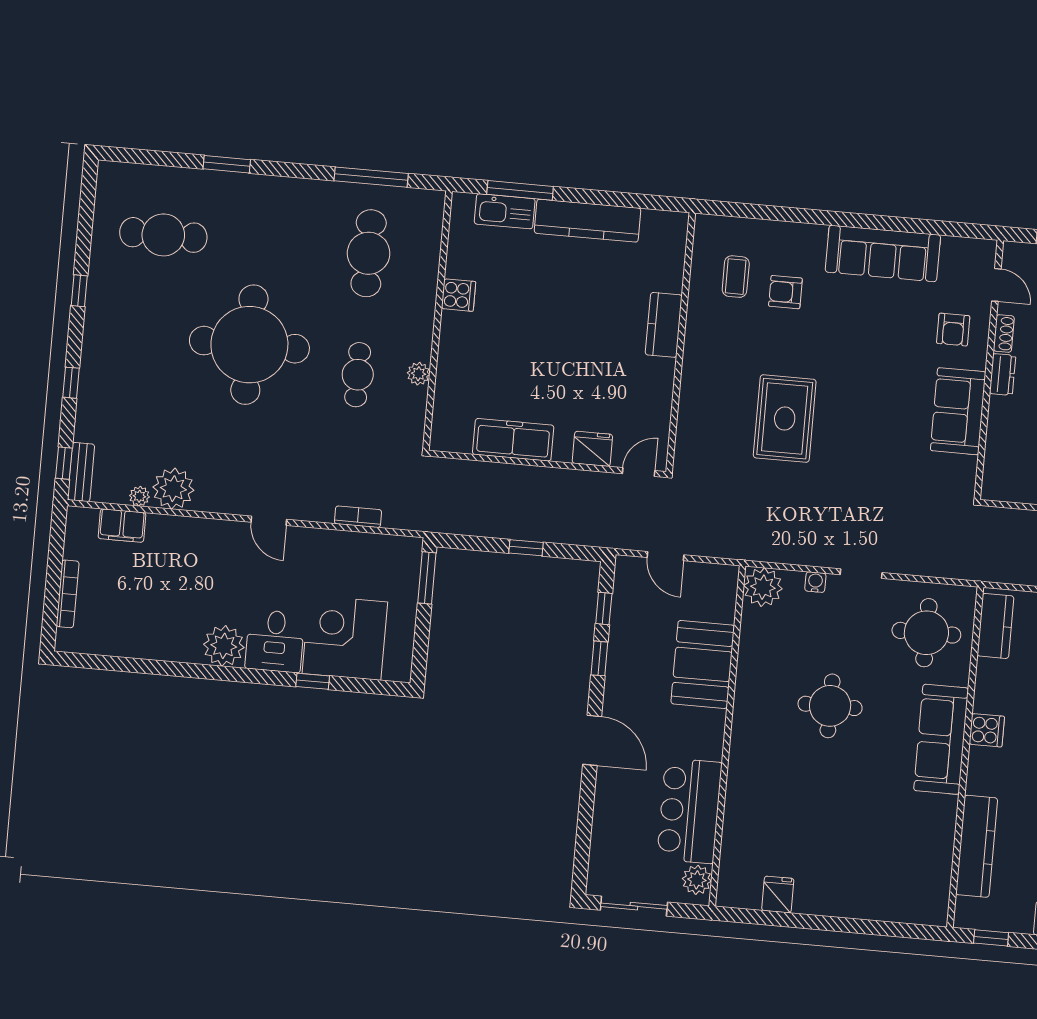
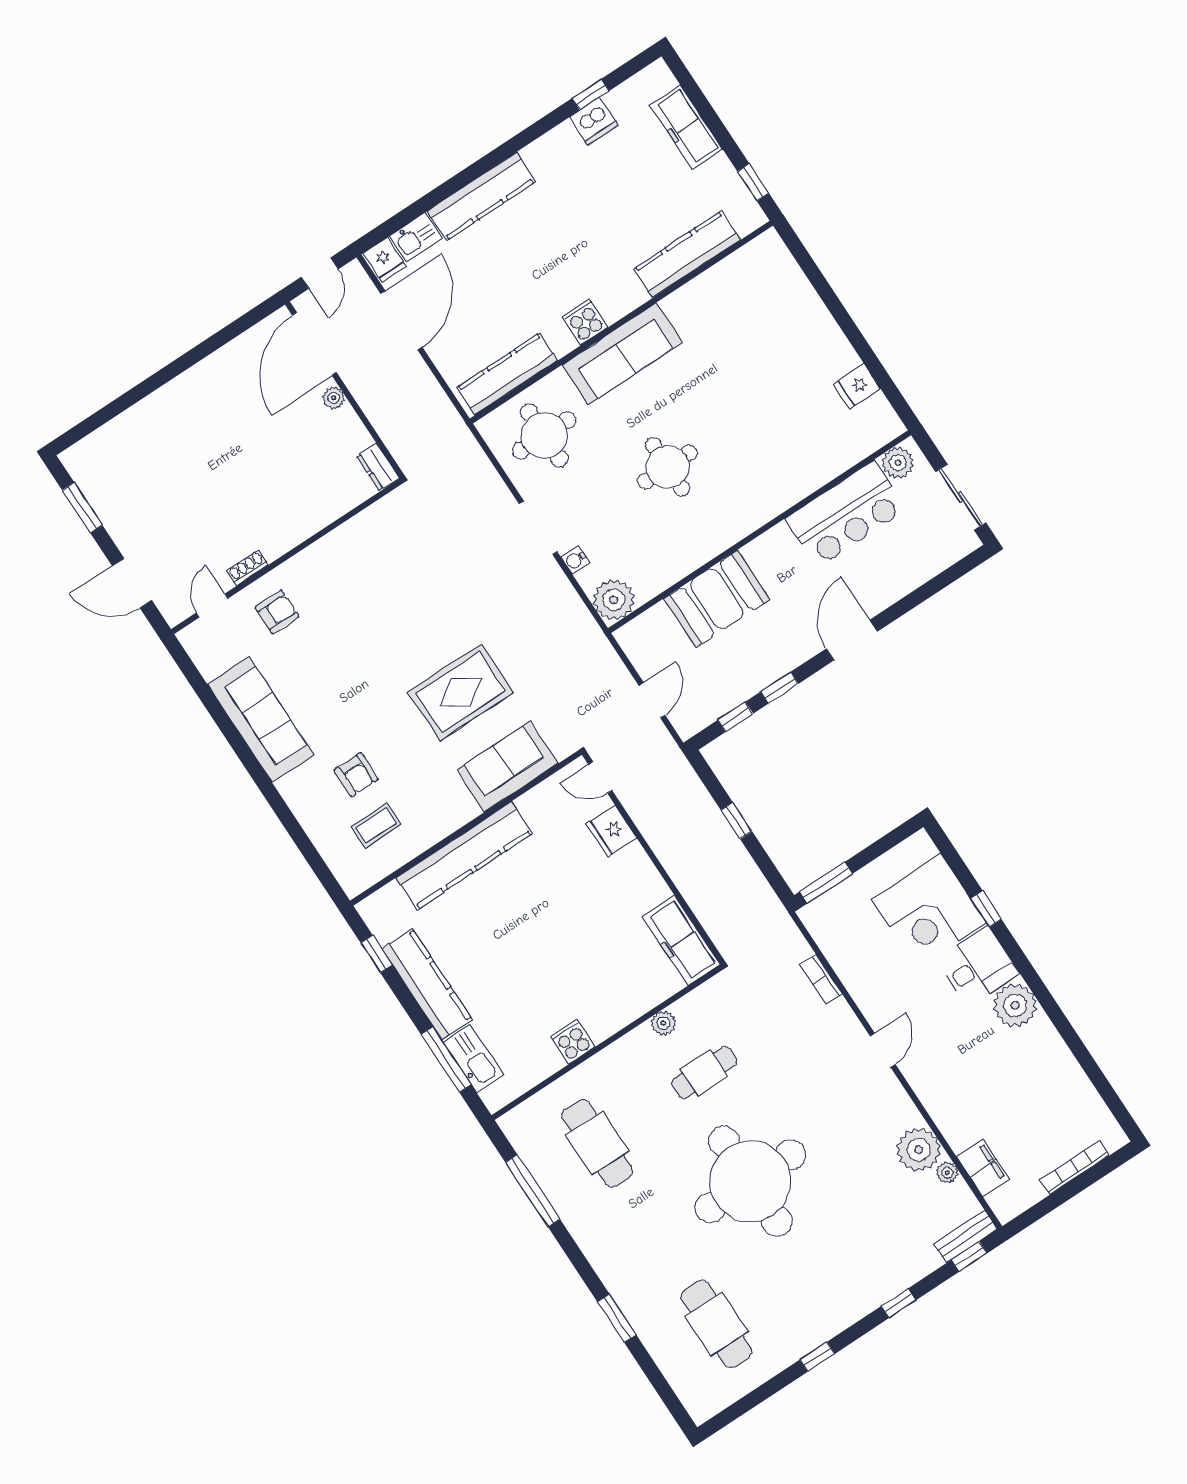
window: (640, 201) -> (377, 954), added
cafe table: (369, 253) -> (597, 1143), turned 90
kitchen counter: (664, 325) -> (464, 856), width x2.08, depth x1.17
dresser: (1003, 374) -> (378, 467), moved, turned -90
sofa: (958, 411) -> (507, 767), moved, turned 180
freezer: (513, 440) -> (681, 940), moved
doorway: (861, 574) -> (538, 528), width x1.38
kitchen counter: (995, 626) -> (507, 374), width x1.50

